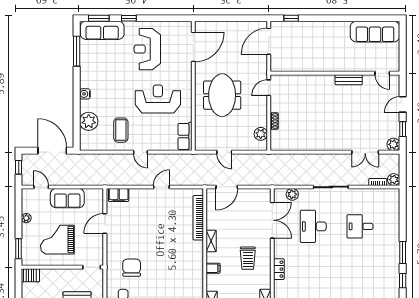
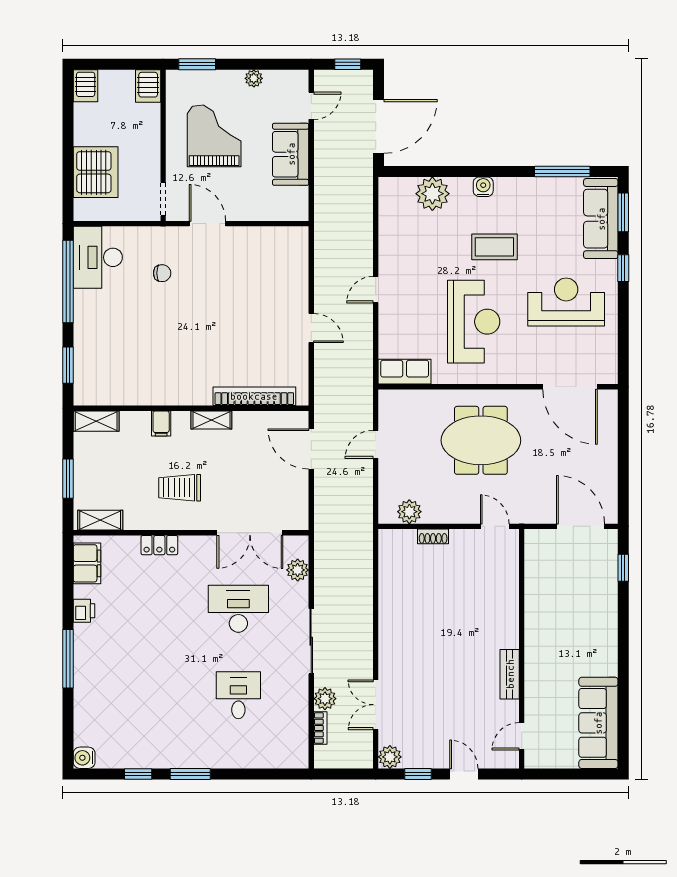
coffee table: (121, 130) -> (494, 247), moved
plant: (394, 180) -> (325, 699), moved
filing cabinet: (119, 195) -> (296, 249), removed
door: (105, 224) -> (207, 224), moved
chair: (132, 268) -> (162, 273), width x0.54, depth x0.54

